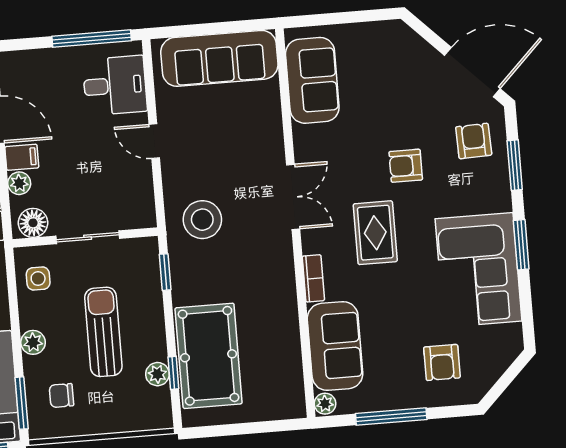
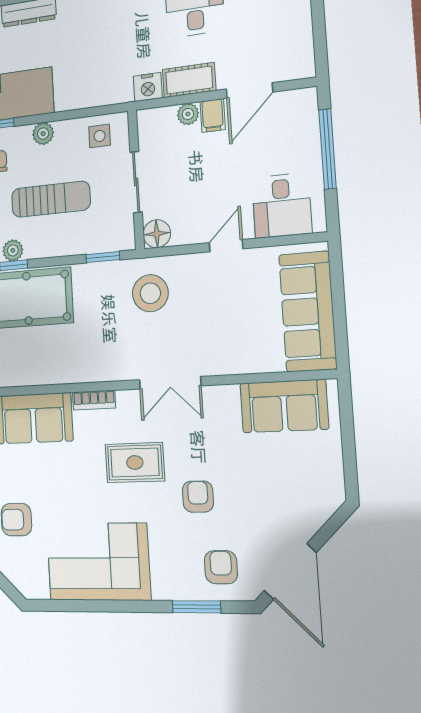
window: (92, 38) -> (328, 149), moved
armchair: (474, 141) -> (221, 567), turned -88
floor lamp: (33, 223) -> (157, 234), moved
window: (521, 245) -> (121, 606), removed

